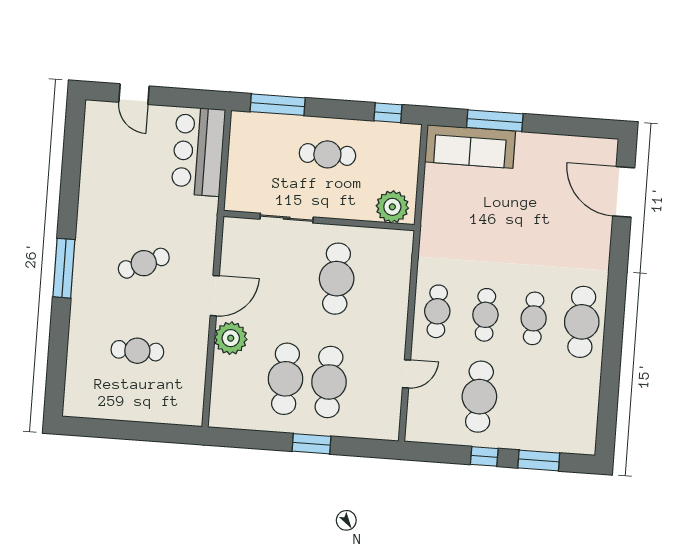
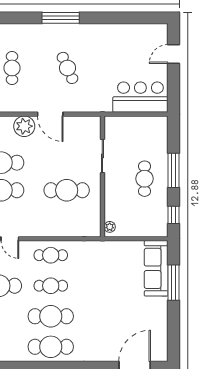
window: (278, 105) -> (174, 170), moved
plant: (392, 207) -> (110, 227), width x0.53, depth x0.53
cafe table: (534, 318) -> (51, 316), width x1.37, depth x1.35

